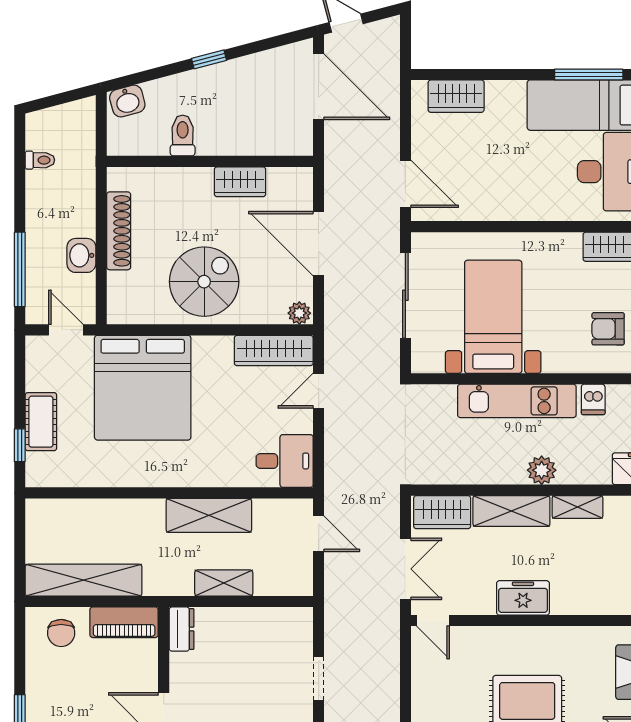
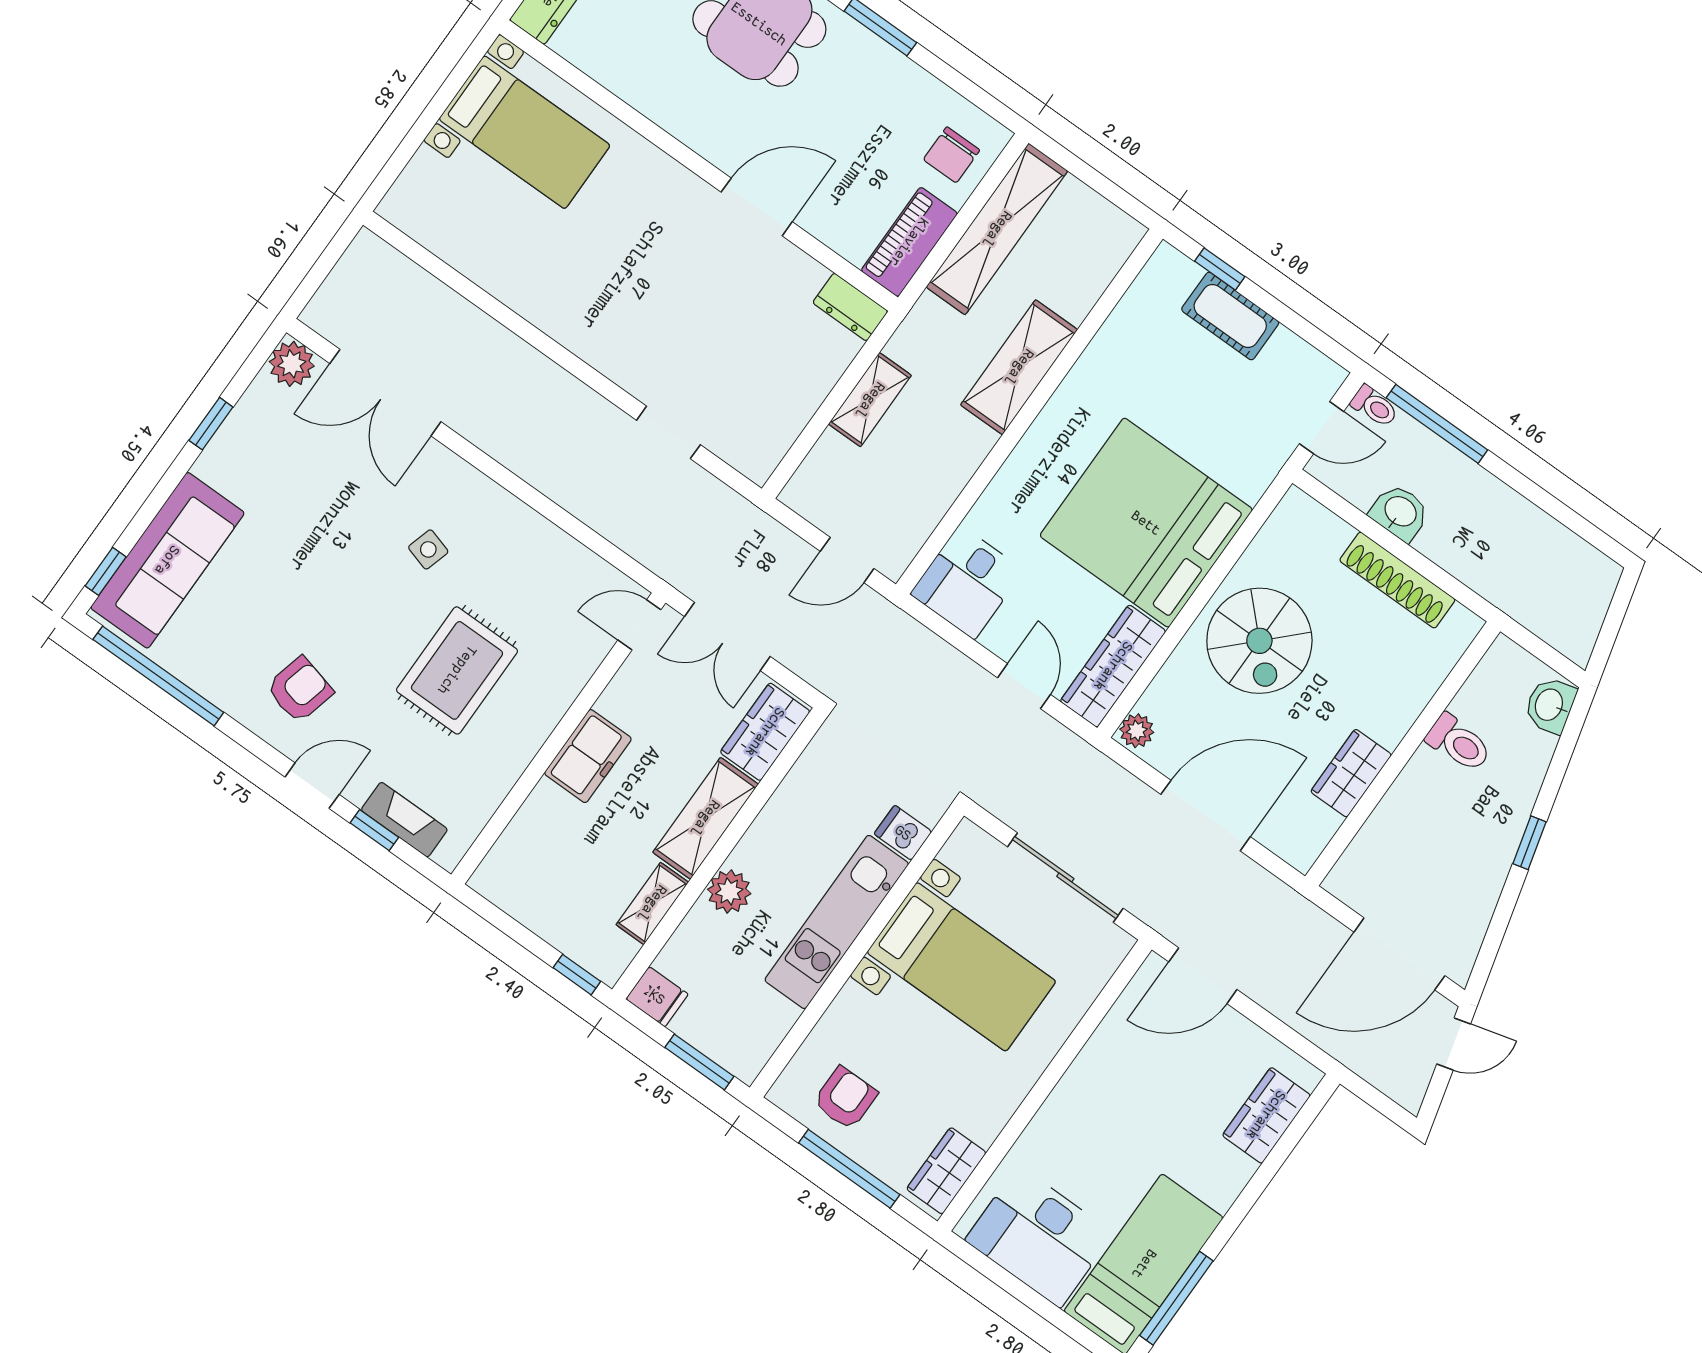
toilet: (40, 160) -> (1374, 406), moved, turned -90
bed: (143, 388) -> (1146, 523), moved
dishwasher: (593, 399) -> (903, 833), moved
shelving: (209, 515) -> (1019, 367), moved
chair: (61, 633) -> (951, 155), turned -90

